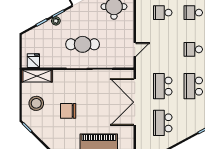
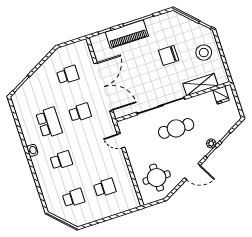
door: (135, 49) -> (121, 141), hinge flipped
shelving: (37, 76) -> (200, 85), moved
school desk: (163, 86) -> (80, 112), width x0.54
chair: (68, 111) -> (169, 55), turned 180
school desk: (163, 123) -> (68, 75), width x0.54

